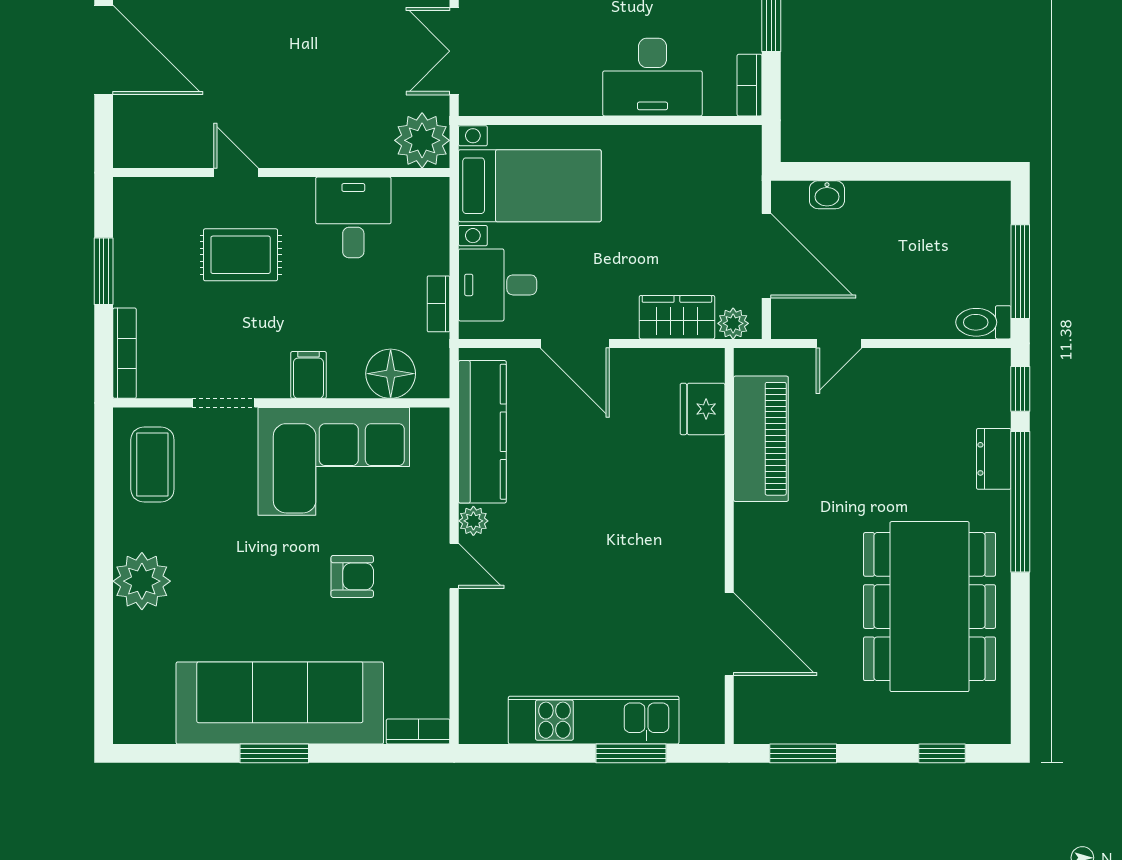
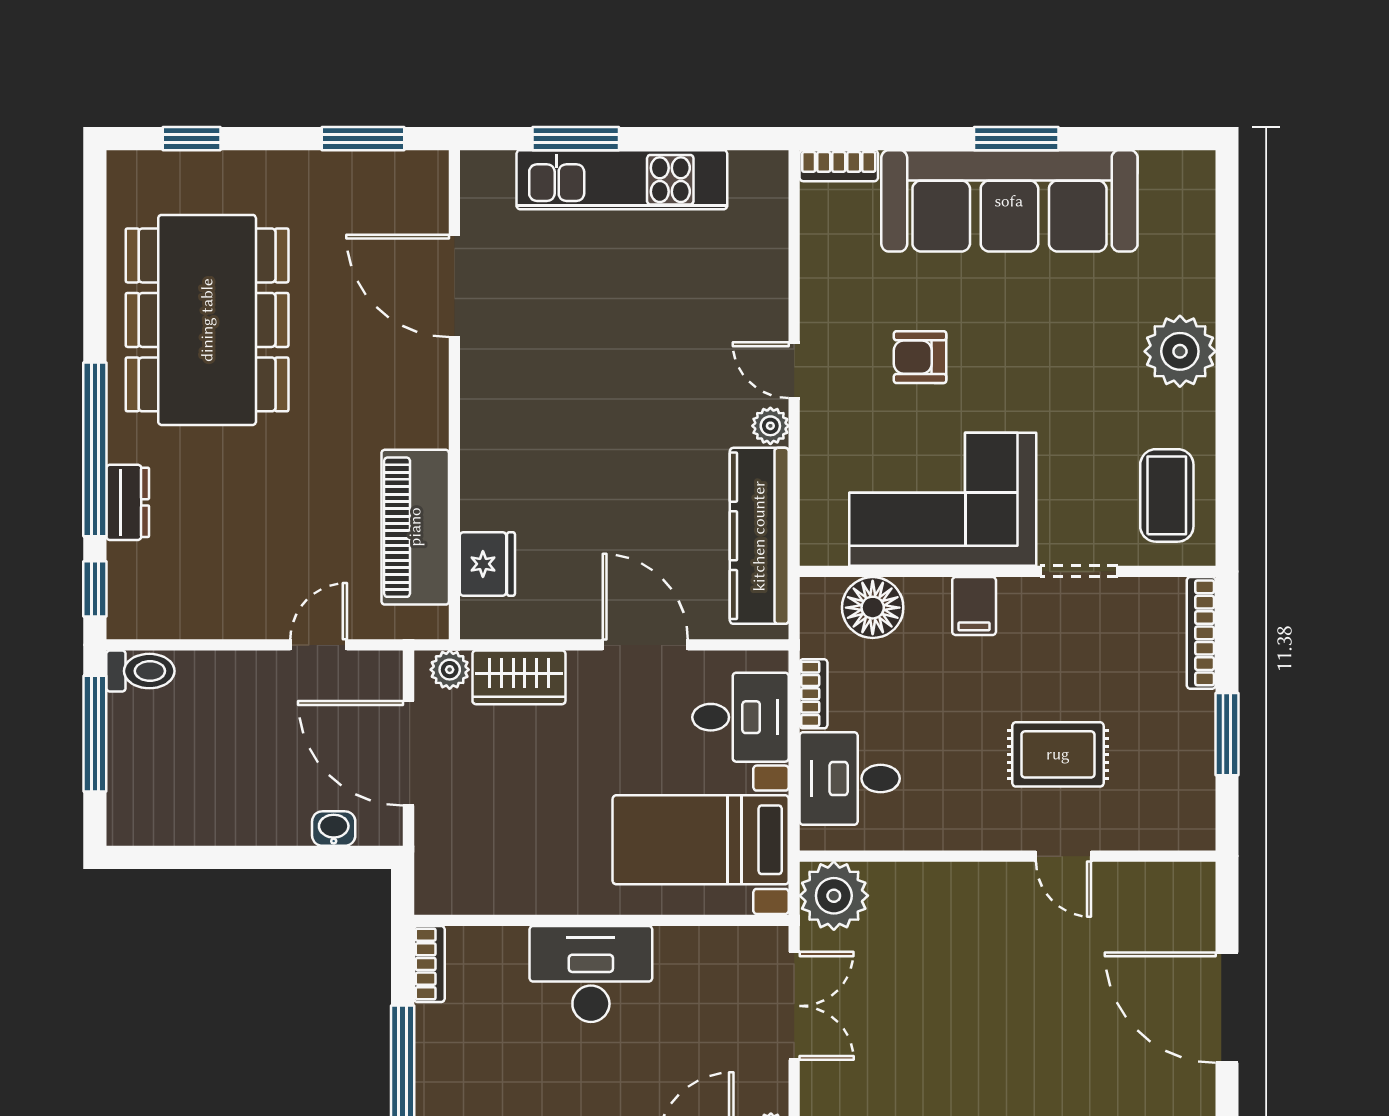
desk: (652, 77) -> (591, 974), moved
desk: (353, 217) -> (850, 779), moved, turned 90

